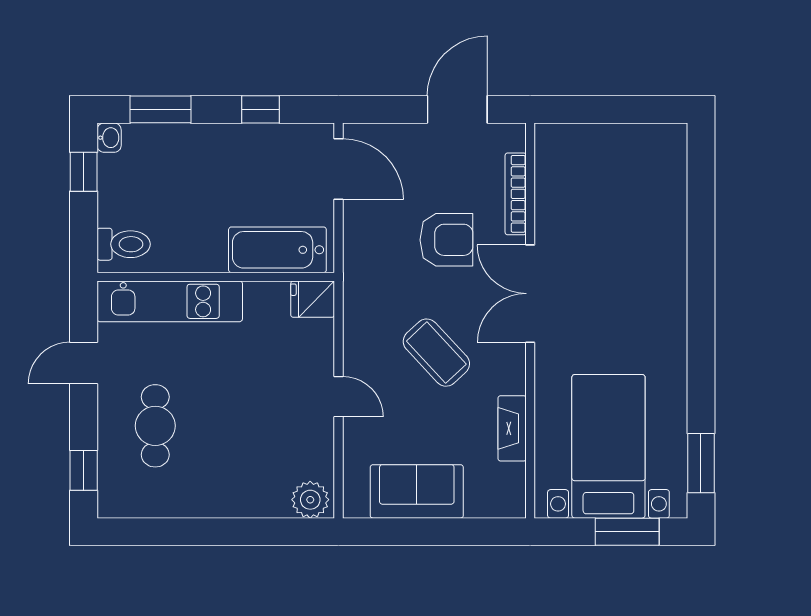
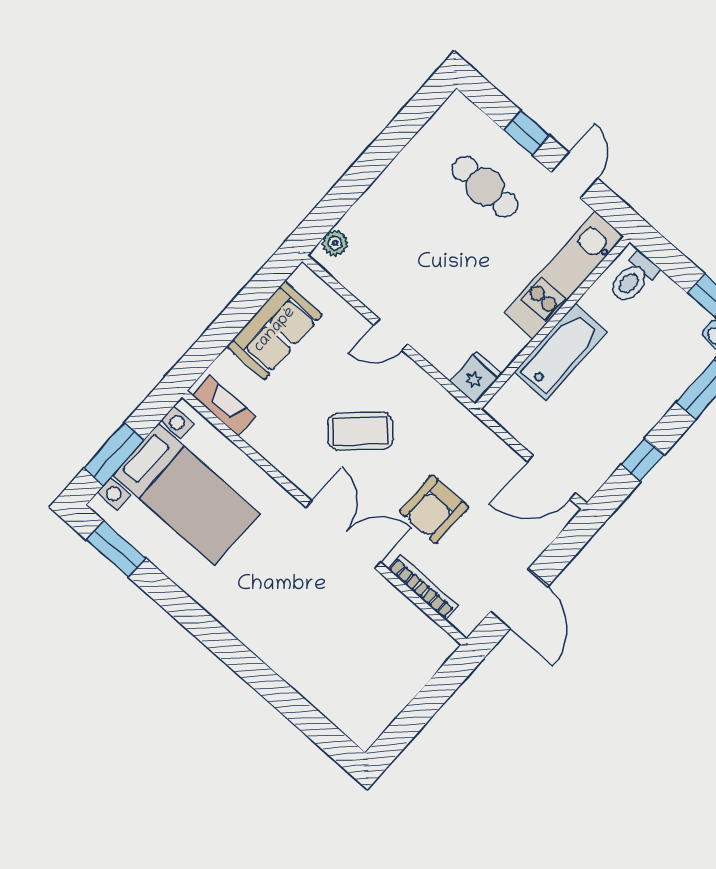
bathtub: (277, 250) -> (561, 352), moved
fireplace: (512, 428) -> (224, 406), moved
window: (84, 470) -> (527, 133), moved
plant: (310, 500) -> (335, 243), width x0.73, depth x0.73

